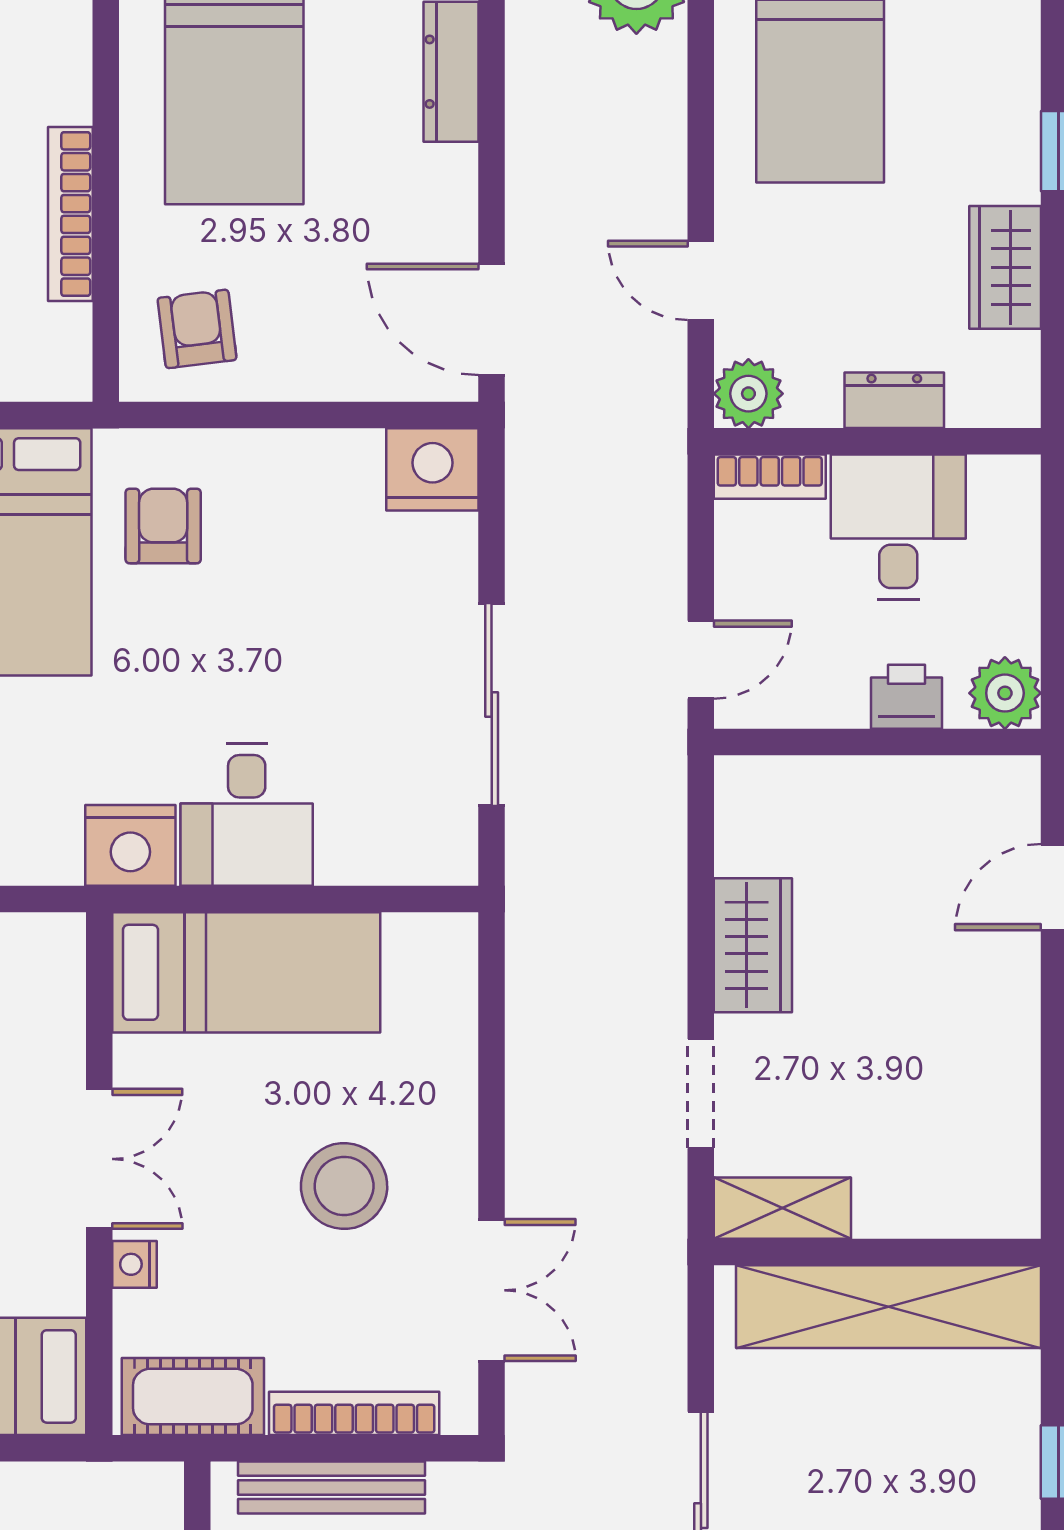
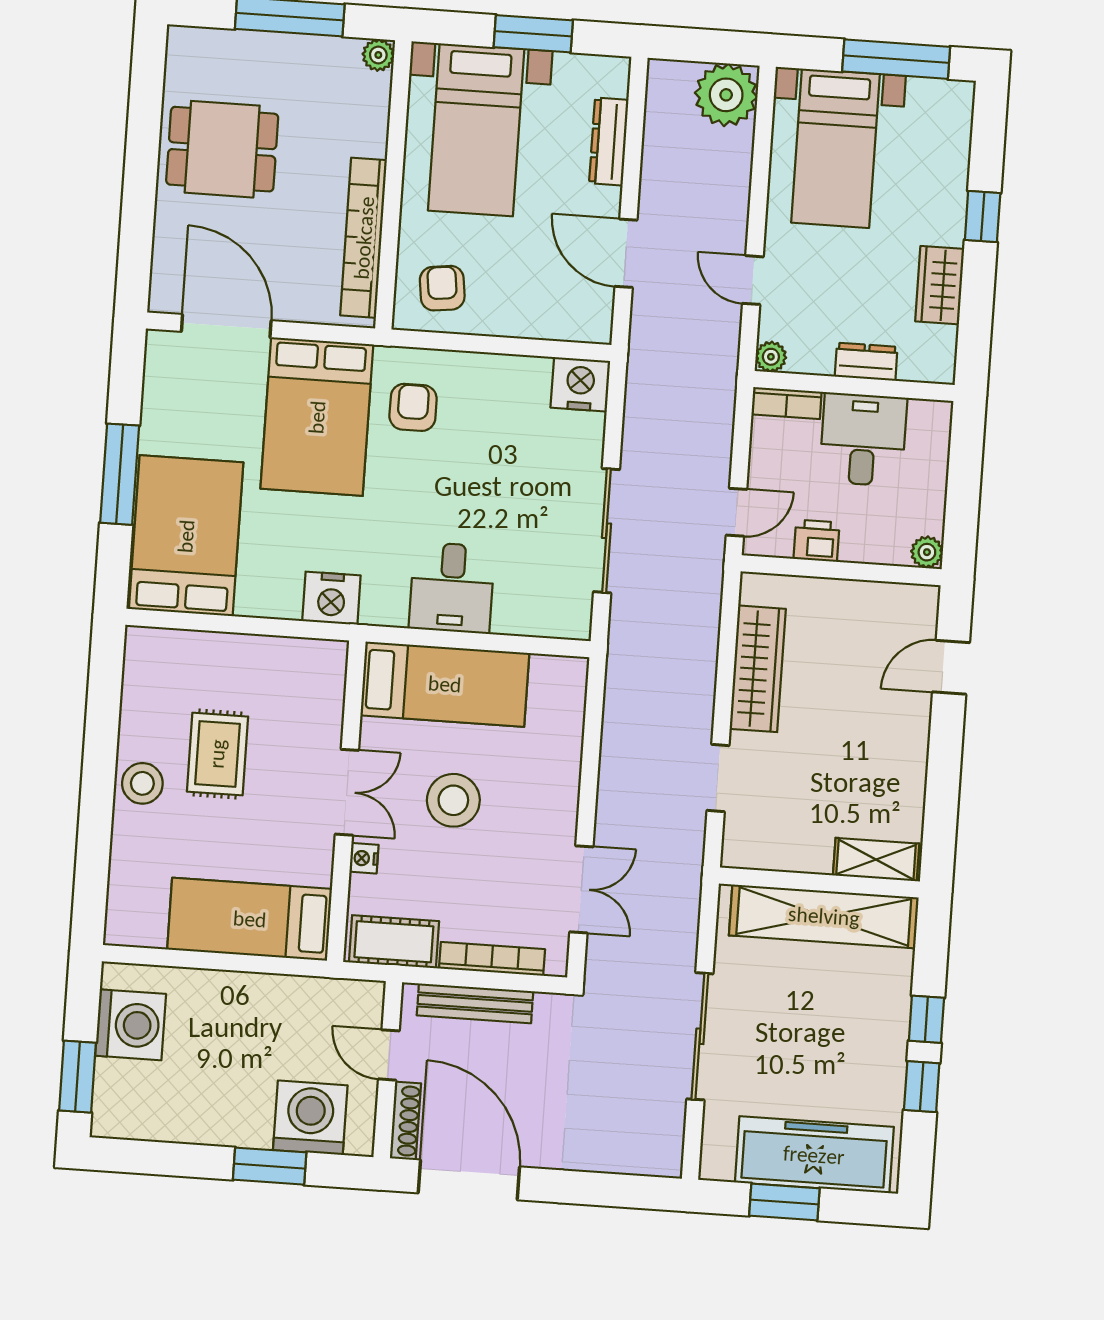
bookcase: (70, 214) -> (364, 238), width x1.48, depth x1.31
door: (492, 319) -> (626, 253), moved
plant: (748, 394) -> (771, 357), width x0.73, depth x0.73
plant: (1005, 693) -> (927, 552), width x0.73, depth x0.73
printer: (906, 697) -> (817, 541), moved
nightstand: (130, 845) -> (331, 598), moved
wardrobe: (753, 945) -> (758, 669), width x1.50
stool: (344, 1186) -> (453, 800), moved
shelving: (782, 1208) -> (876, 860), moved

